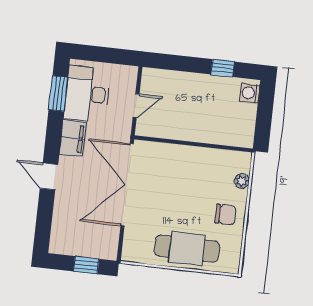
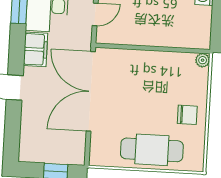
plant: (242, 181) -> (203, 60), moved

